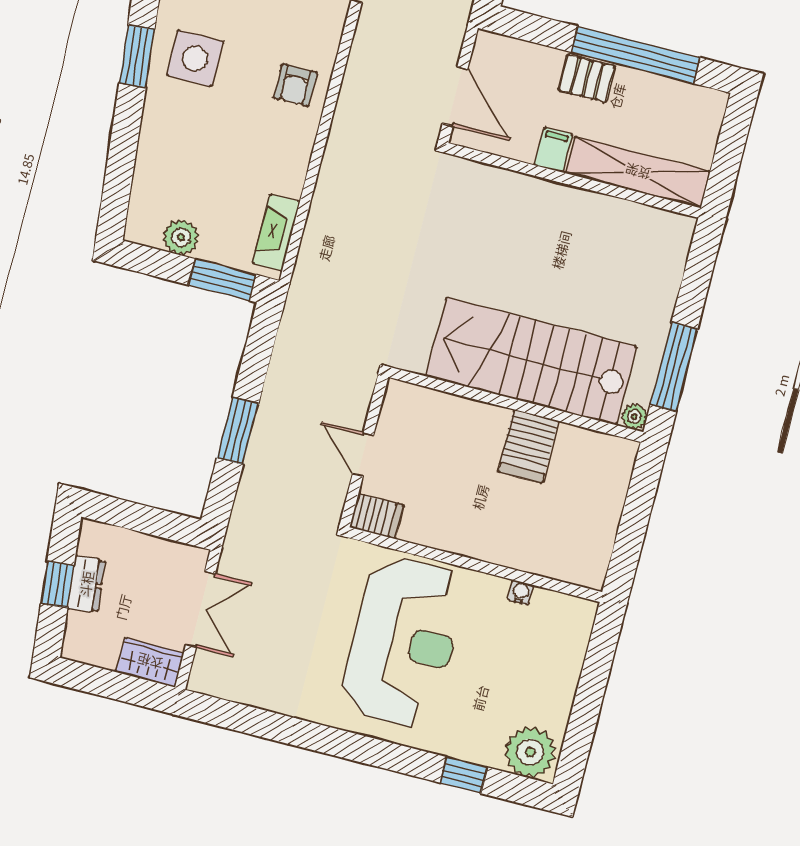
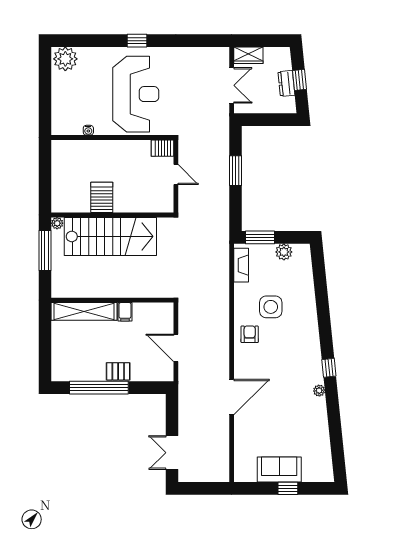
window: (137, 56) -> (325, 329), removed
side table: (195, 58) -> (271, 307), moved
filing cabinet: (553, 150) -> (125, 312), moved
shelving: (638, 172) -> (84, 311), moved
wall: (573, 180) -> (112, 300), moved
double door: (201, 609) -> (232, 85), swing flipped
reception desk: (403, 642) -> (136, 94), turned 180
window: (464, 775) -> (137, 41), moved

